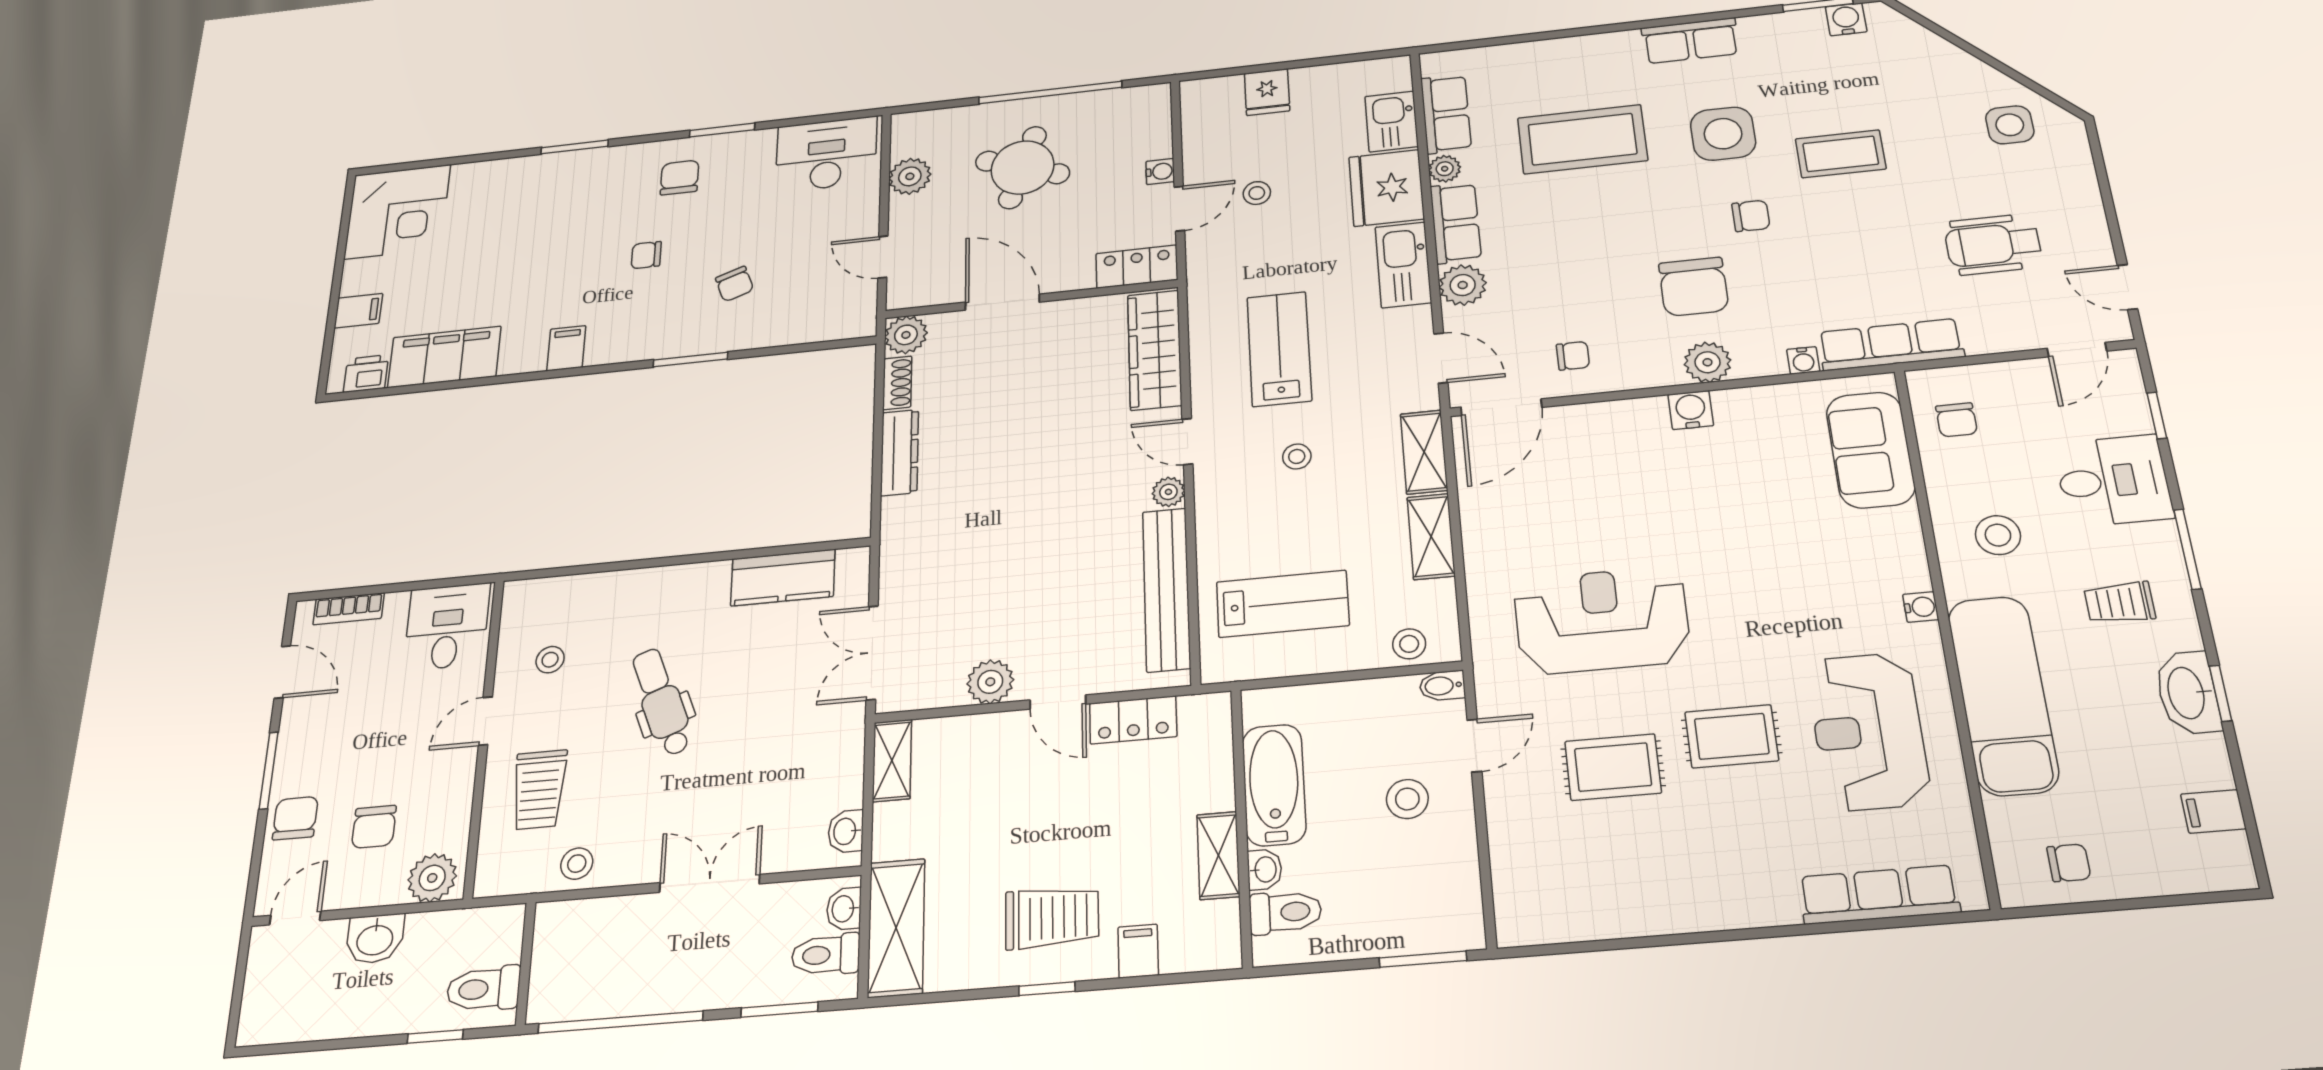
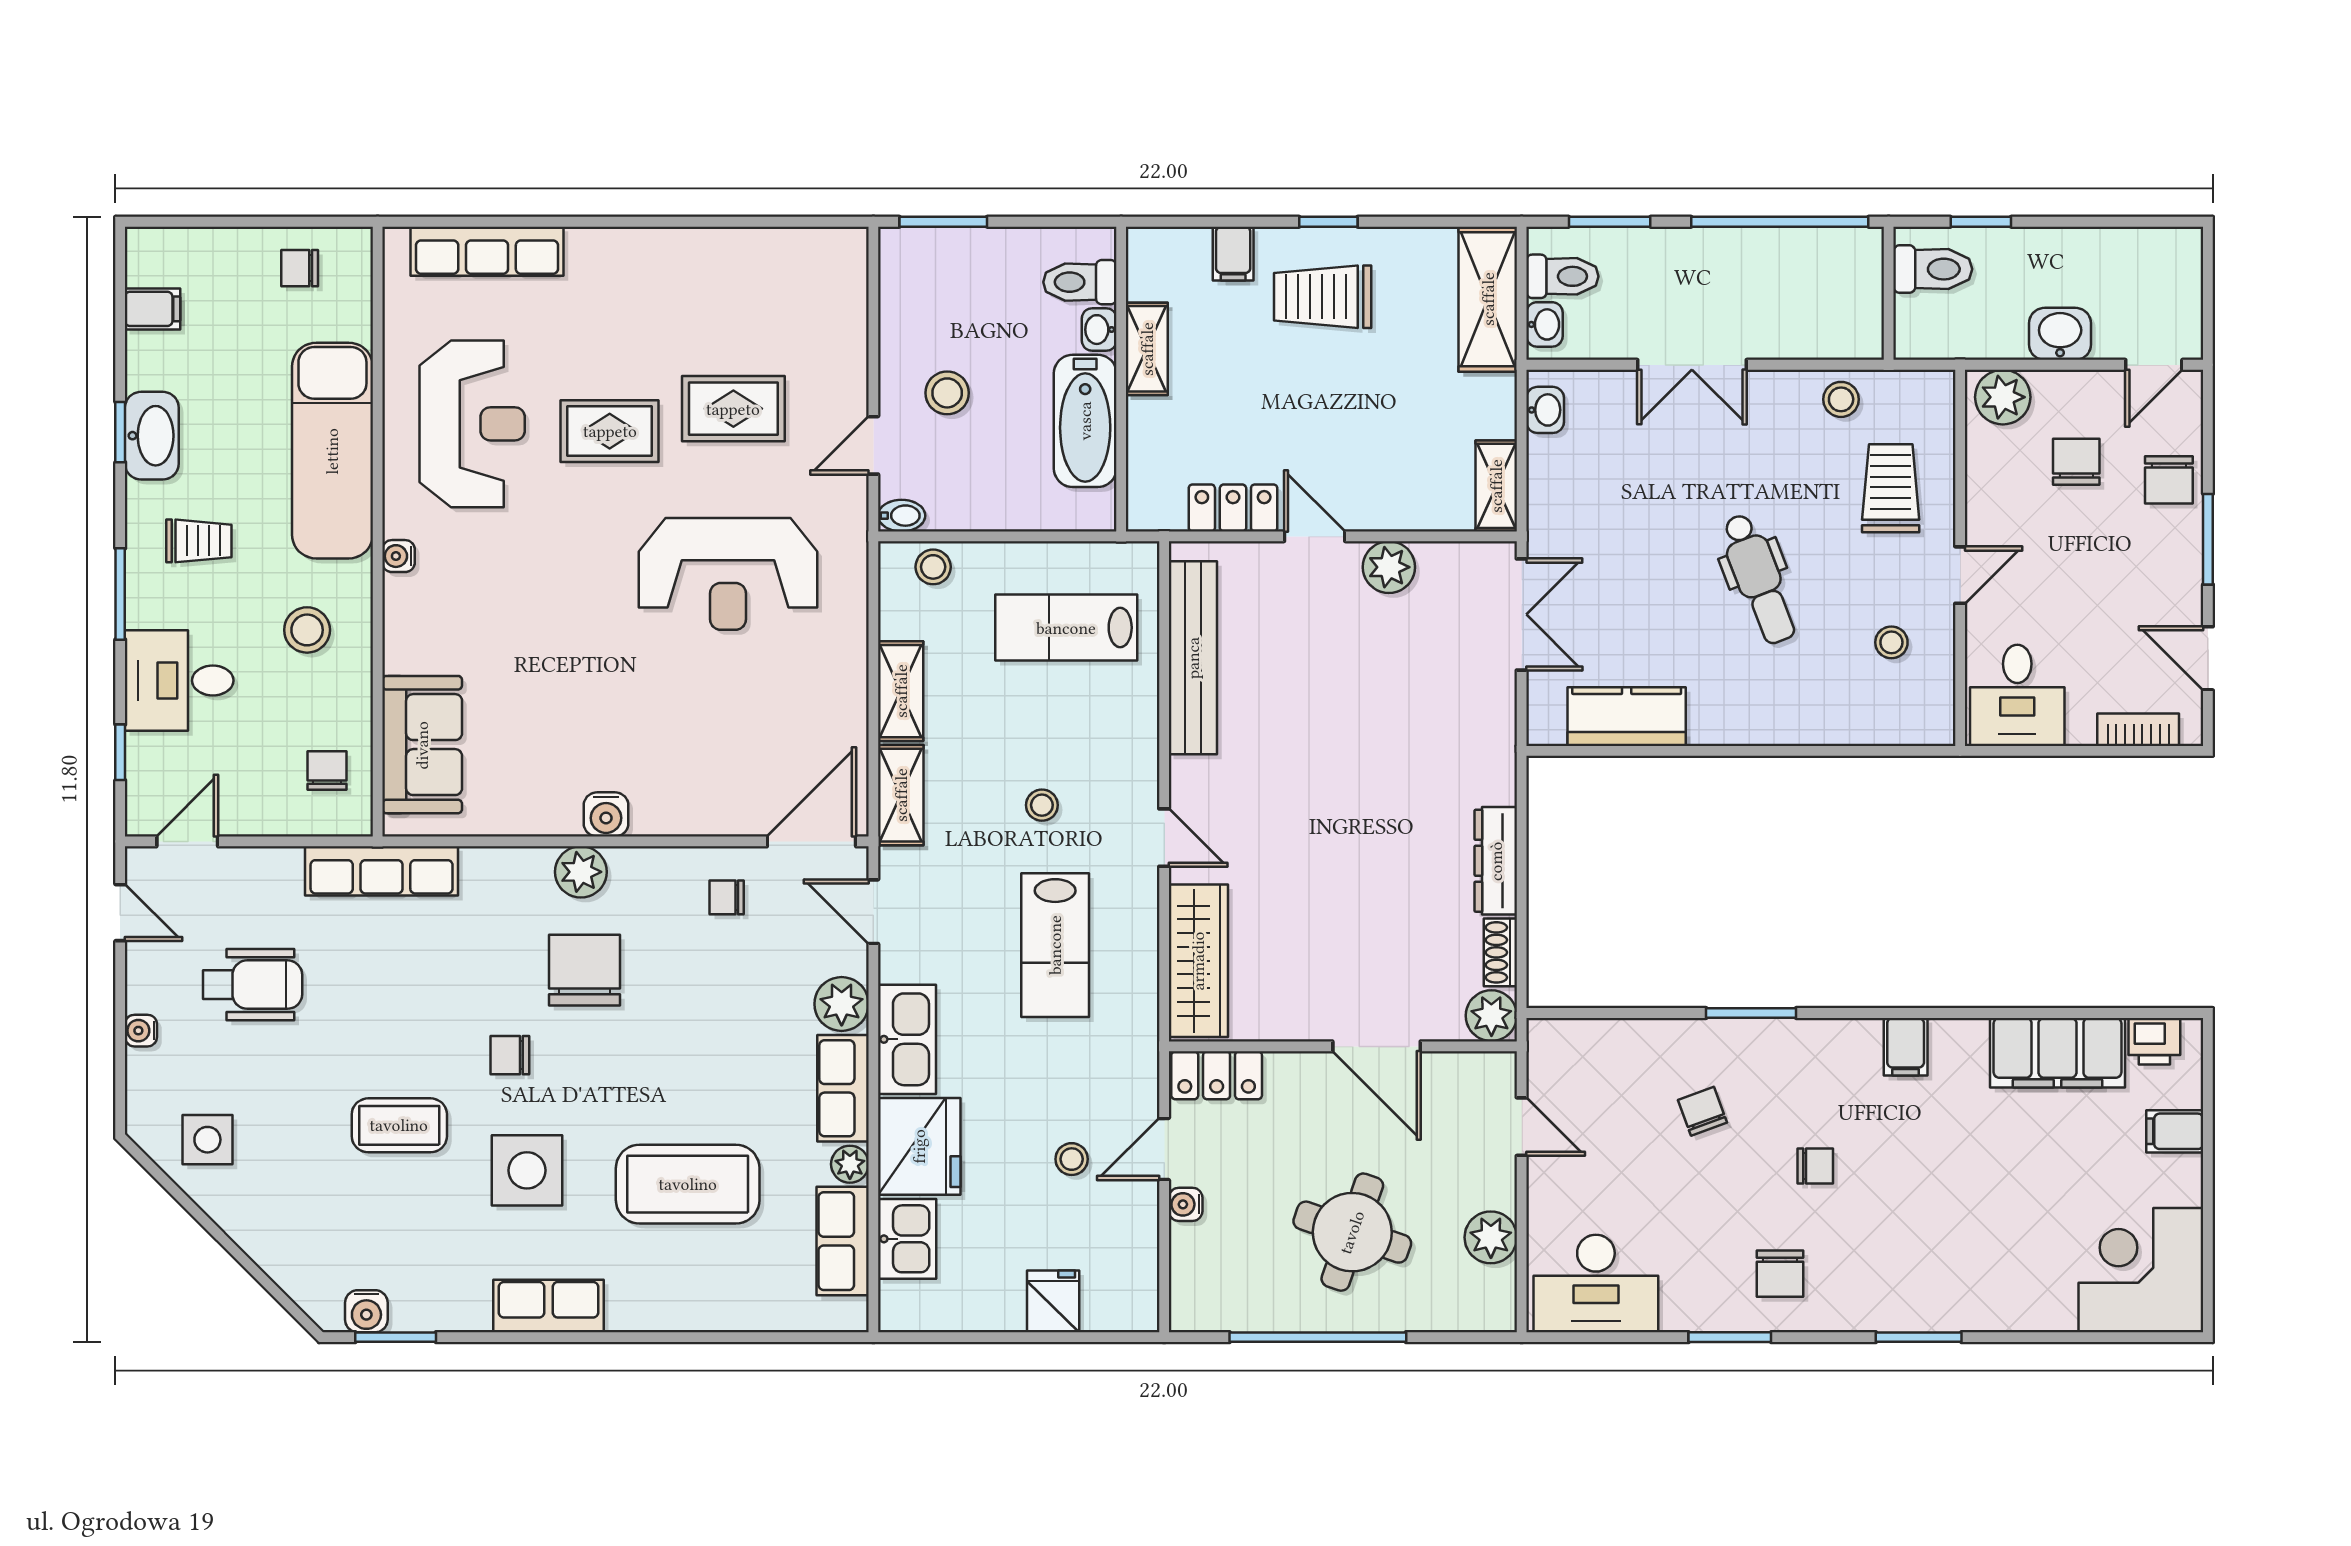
water cooler: (1803, 360) -> (141, 1031), moved, turned -90
plant: (1168, 492) -> (1187, 777), removed

